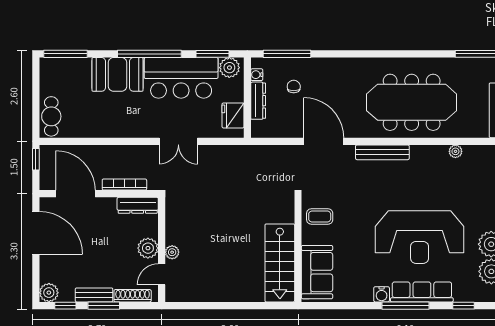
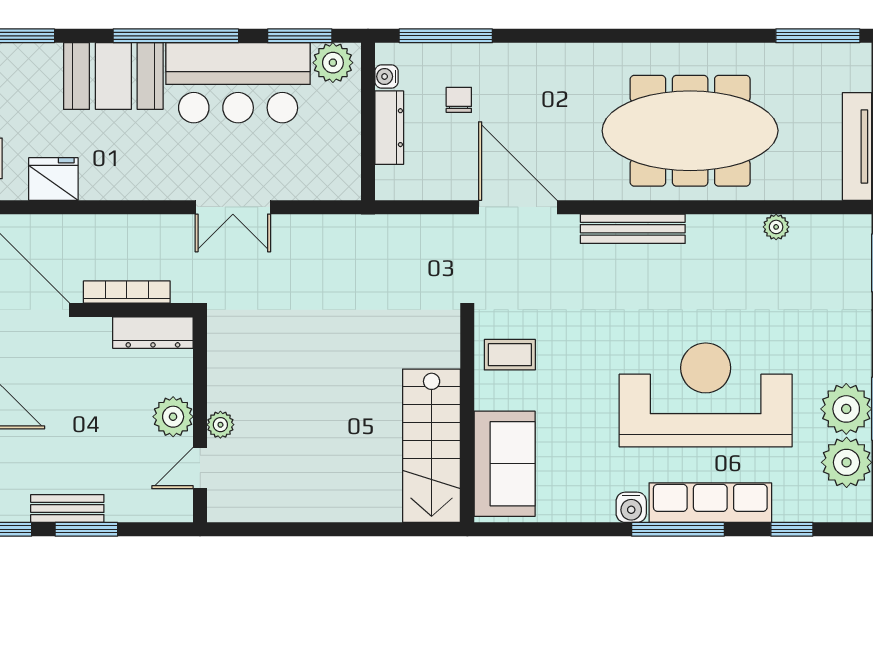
fridge: (233, 115) -> (53, 179), moved, turned 90
reception desk: (420, 237) -> (706, 395), turned 180
shoe rack: (133, 296) -> (143, 510), removed

